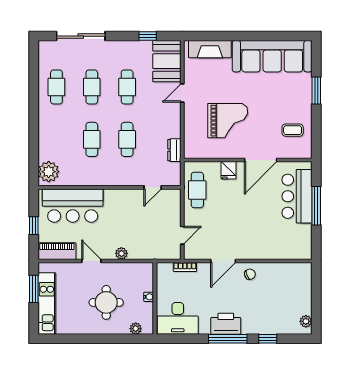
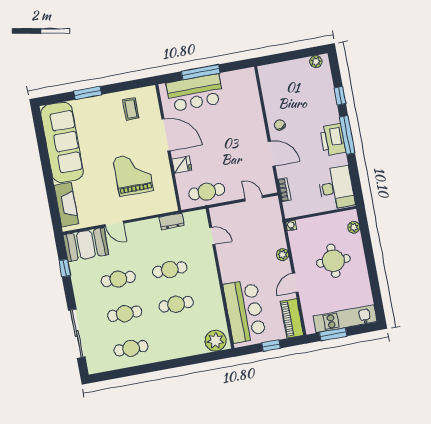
water cooler: (149, 297) -> (291, 225), moved

